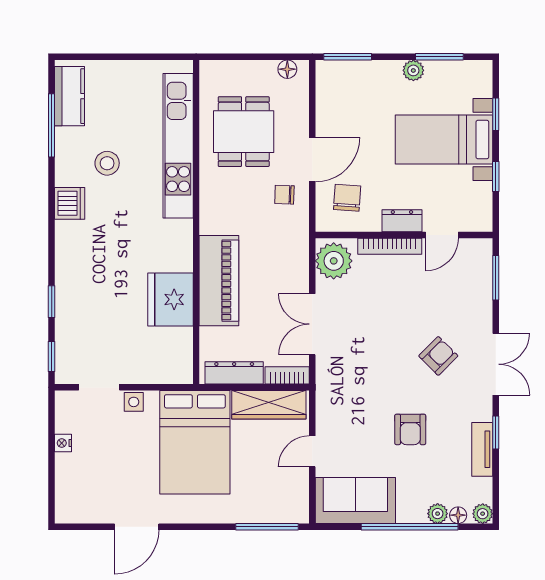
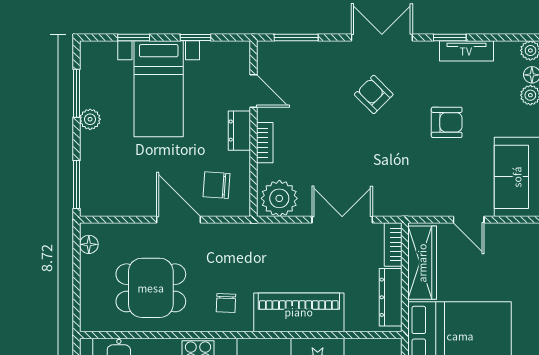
chair: (284, 195) -> (226, 303), moved
bookcase: (390, 246) -> (265, 143), width x0.64
double door: (312, 324) -> (342, 220), swing flipped

